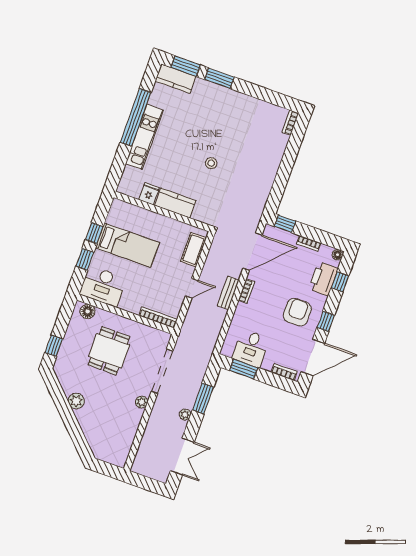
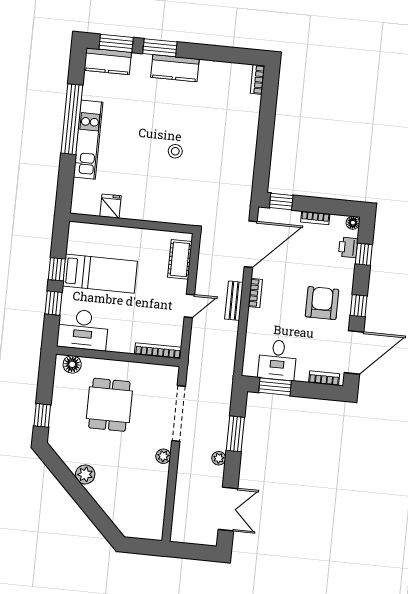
kitchen counter: (175, 203) -> (175, 68), moved, turned 180
printer: (323, 279) -> (348, 247), width x0.53, depth x0.68

